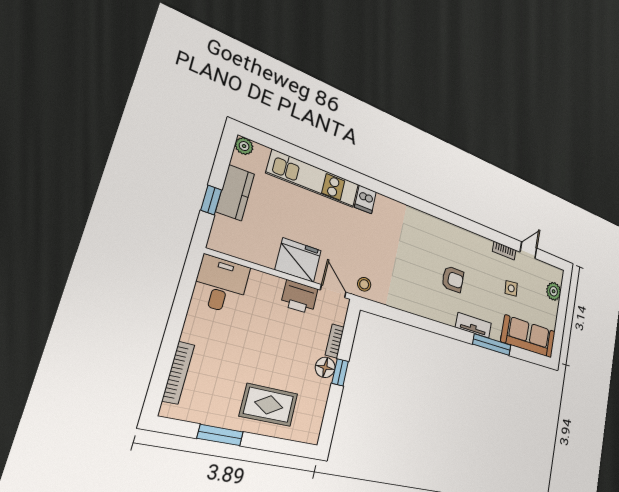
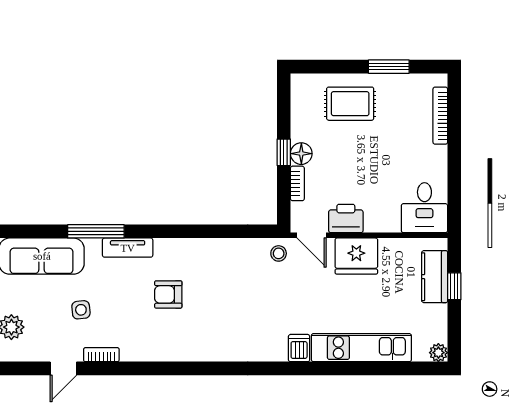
kitchen counter: (235, 193) -> (435, 277), moved

